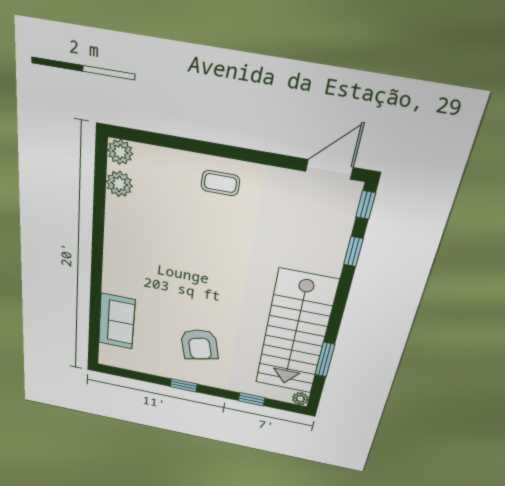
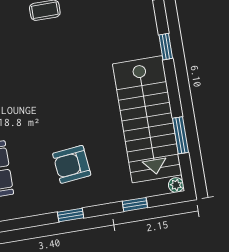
window: (353, 252) -> (166, 47), moved
armchair: (199, 345) -> (72, 164), turned 98

